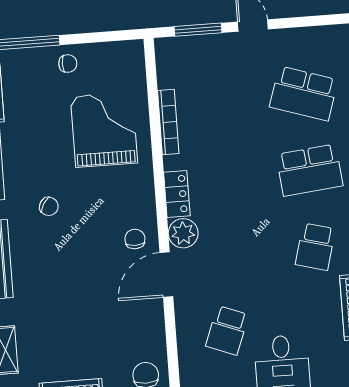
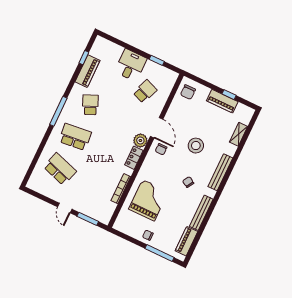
grand piano: (104, 130) -> (148, 200), turned 180
school desk: (315, 247) -> (90, 105), turned -39
door: (166, 275) -> (157, 128), hinge flipped
stool: (74, 283) -> (196, 146), added

